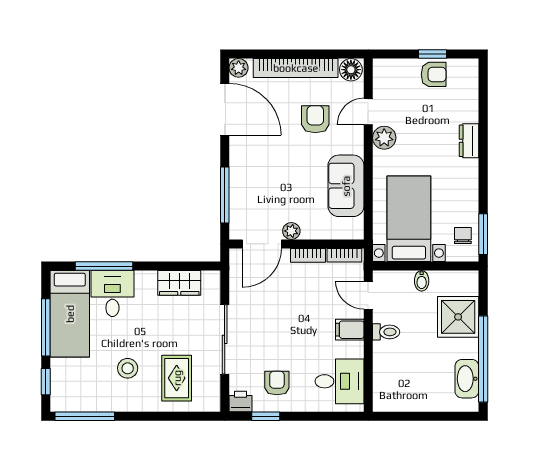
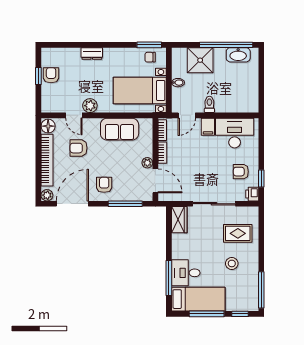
armchair: (255, 161) -> (104, 185), added
wardrobe: (179, 283) -> (179, 220), moved
desk: (340, 381) -> (235, 133), width x1.37

